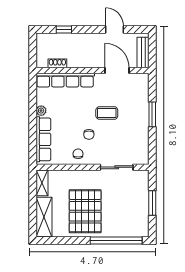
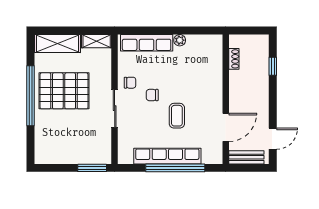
door: (114, 30) -> (273, 139), moved
row of seats: (65, 80) -> (167, 156), moved, turned 90
window: (152, 114) -> (175, 168), width x2.11
sliding door: (117, 167) -> (115, 108), moved
window: (152, 203) -> (92, 168), moved
window: (116, 240) -> (30, 96), moved

